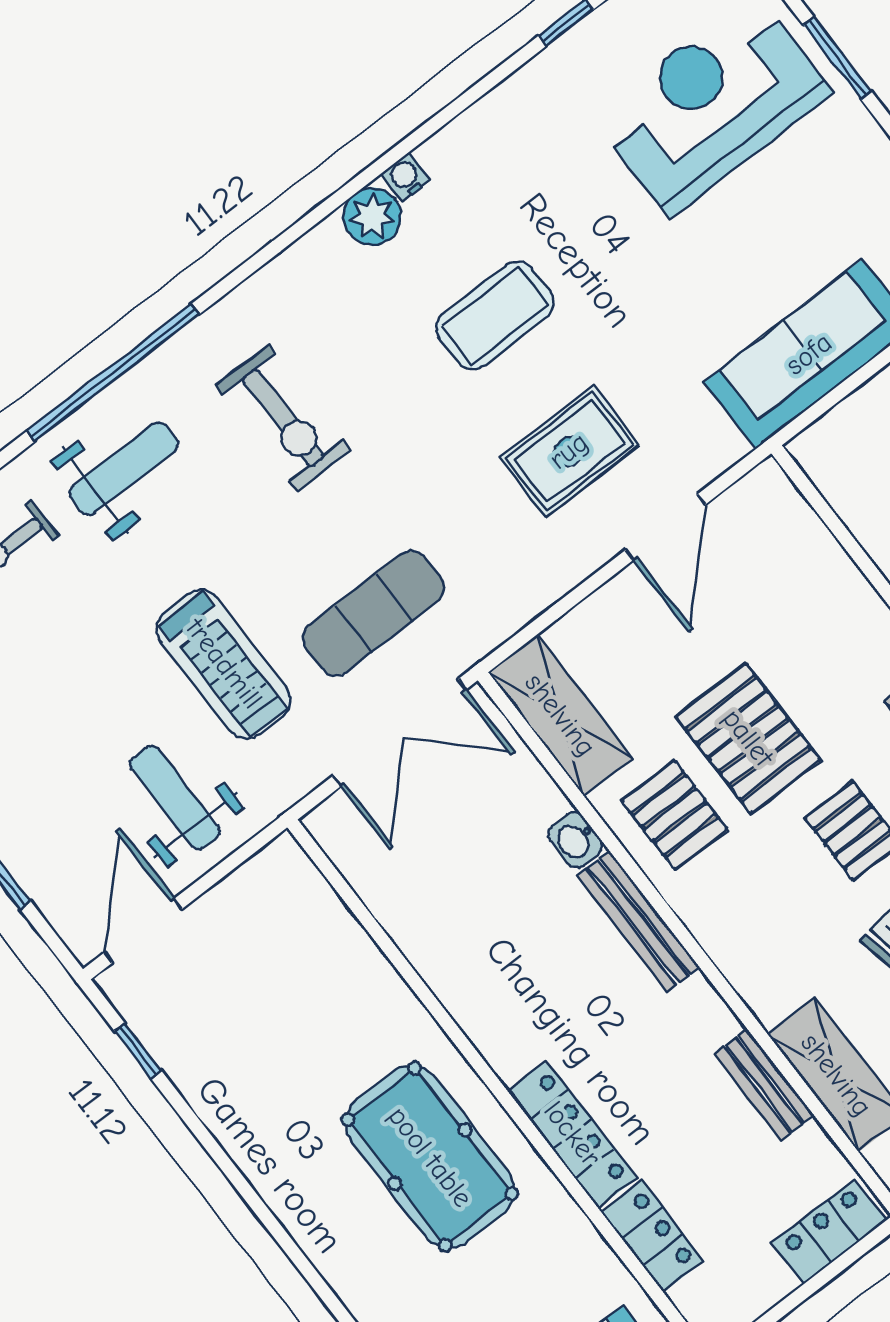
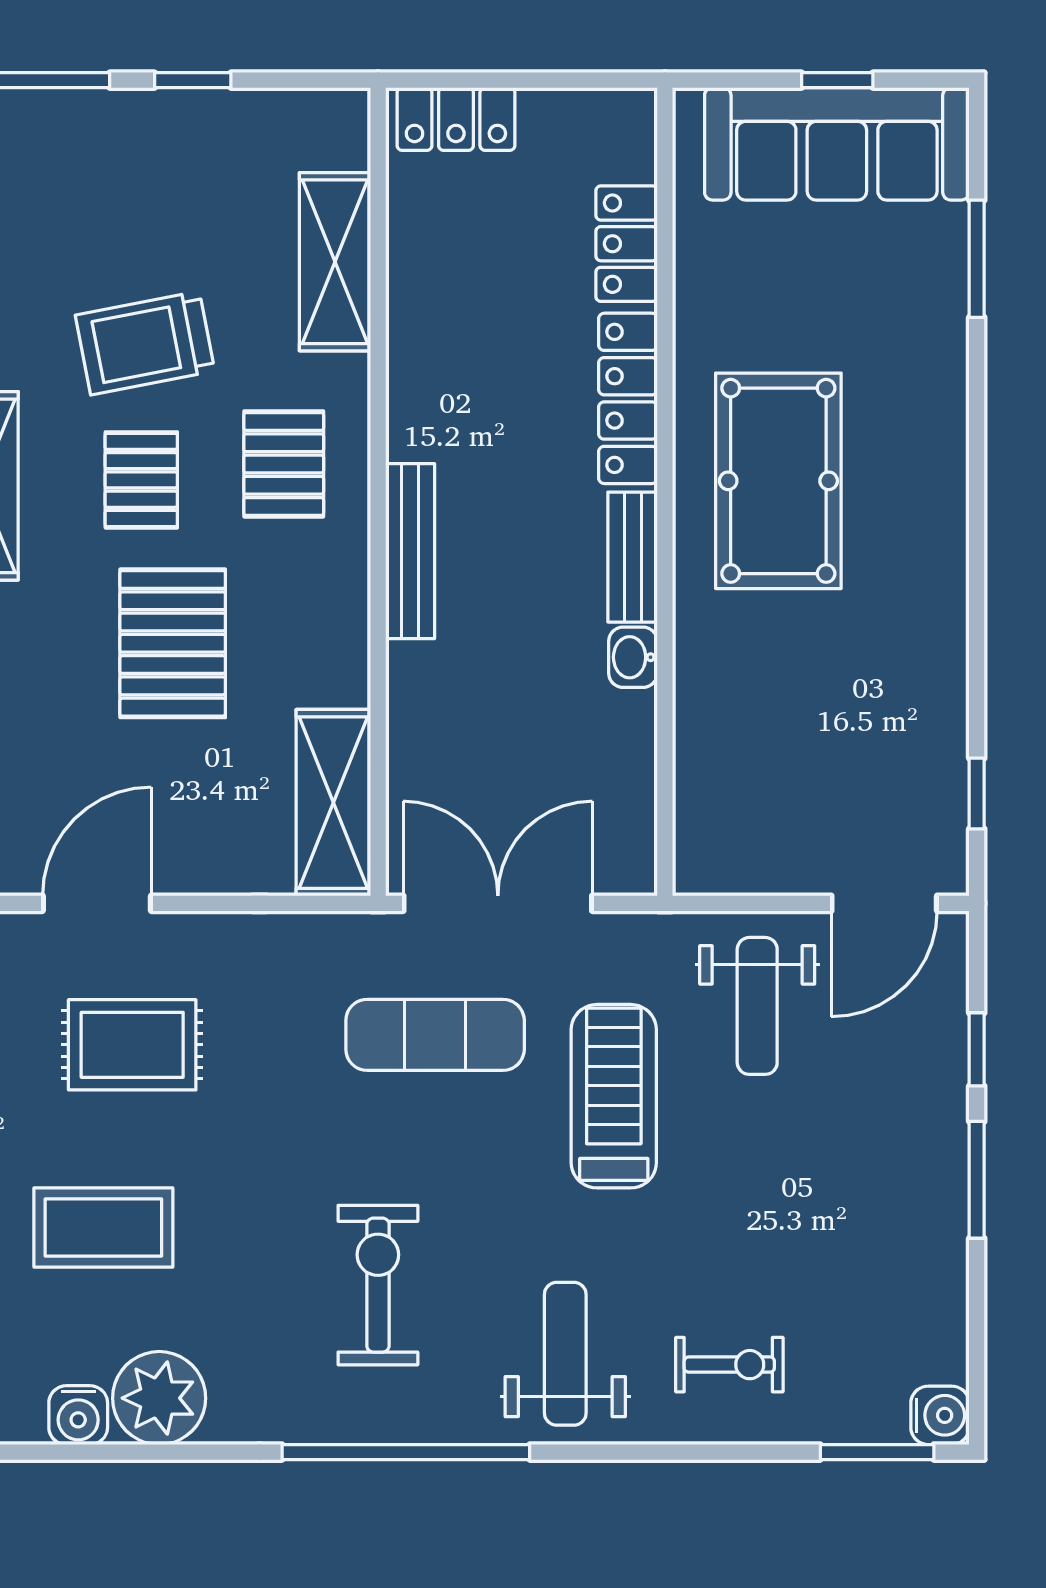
water cooler: (406, 177) -> (78, 1415), width x1.38, depth x1.38
plant: (372, 216) -> (159, 1398), width x1.36, depth x1.36
window: (113, 373) -> (406, 1452), moved
weight bench: (124, 468) -> (565, 1354), turned 90
pallet: (675, 815) -> (284, 464), moved
washbasin: (575, 840) -> (633, 657), moved, turned 180
bench: (764, 1085) -> (633, 557), moved

